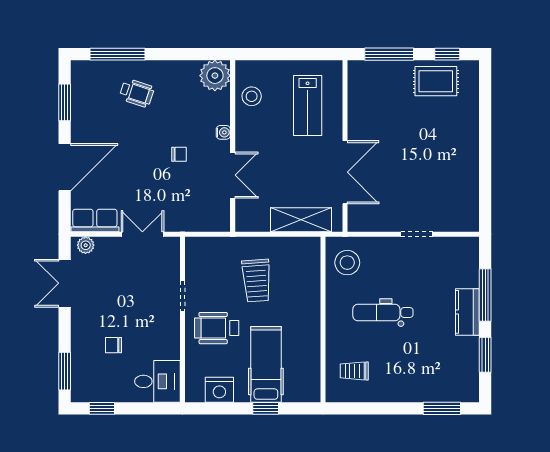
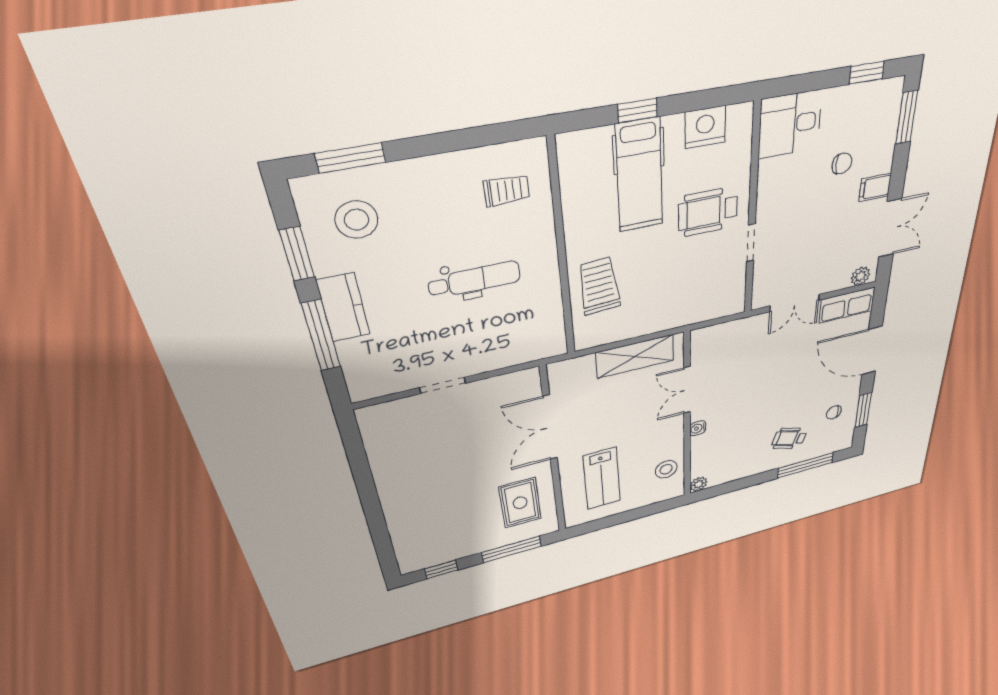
plant: (215, 76) -> (699, 484), width x0.53, depth x0.53
rug: (436, 81) -> (520, 503), moved, turned 90
lab bench: (308, 106) -> (602, 479), turned 180
chair: (179, 154) -> (834, 412), moved
door: (65, 167) -> (872, 351), hinge flipped
shelving: (301, 220) -> (635, 356), moved
stool: (347, 263) -> (356, 220), moved
trolley: (257, 281) -> (599, 286), moved
filing cabinet: (83, 321) -> (875, 187), added
wheelchair: (217, 328) -> (708, 212), turned 180

